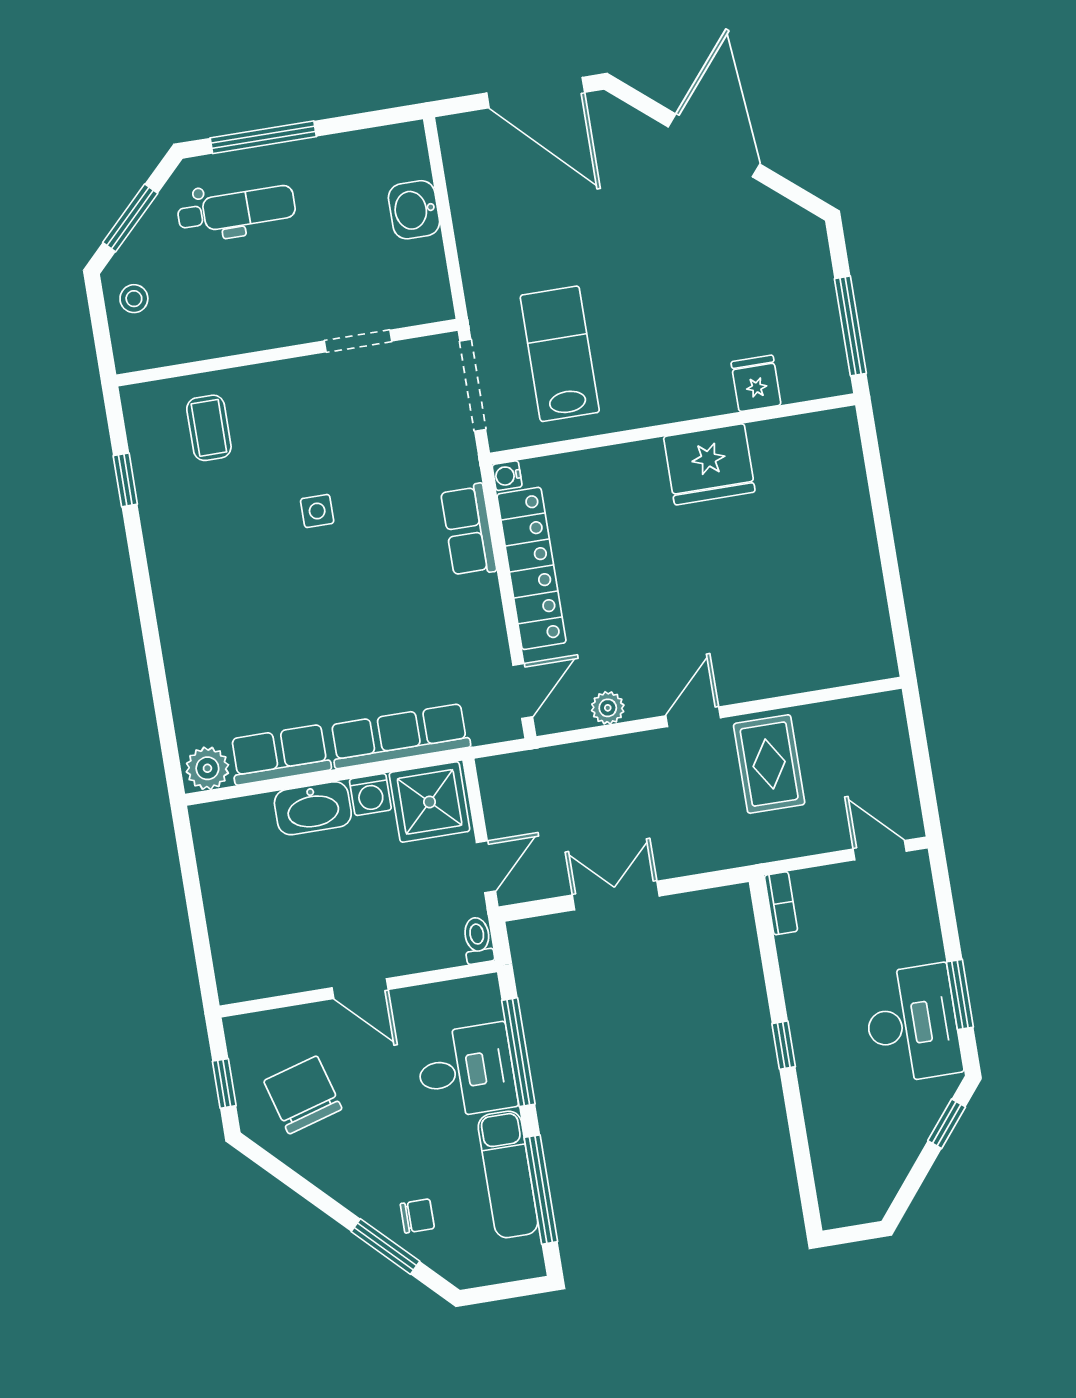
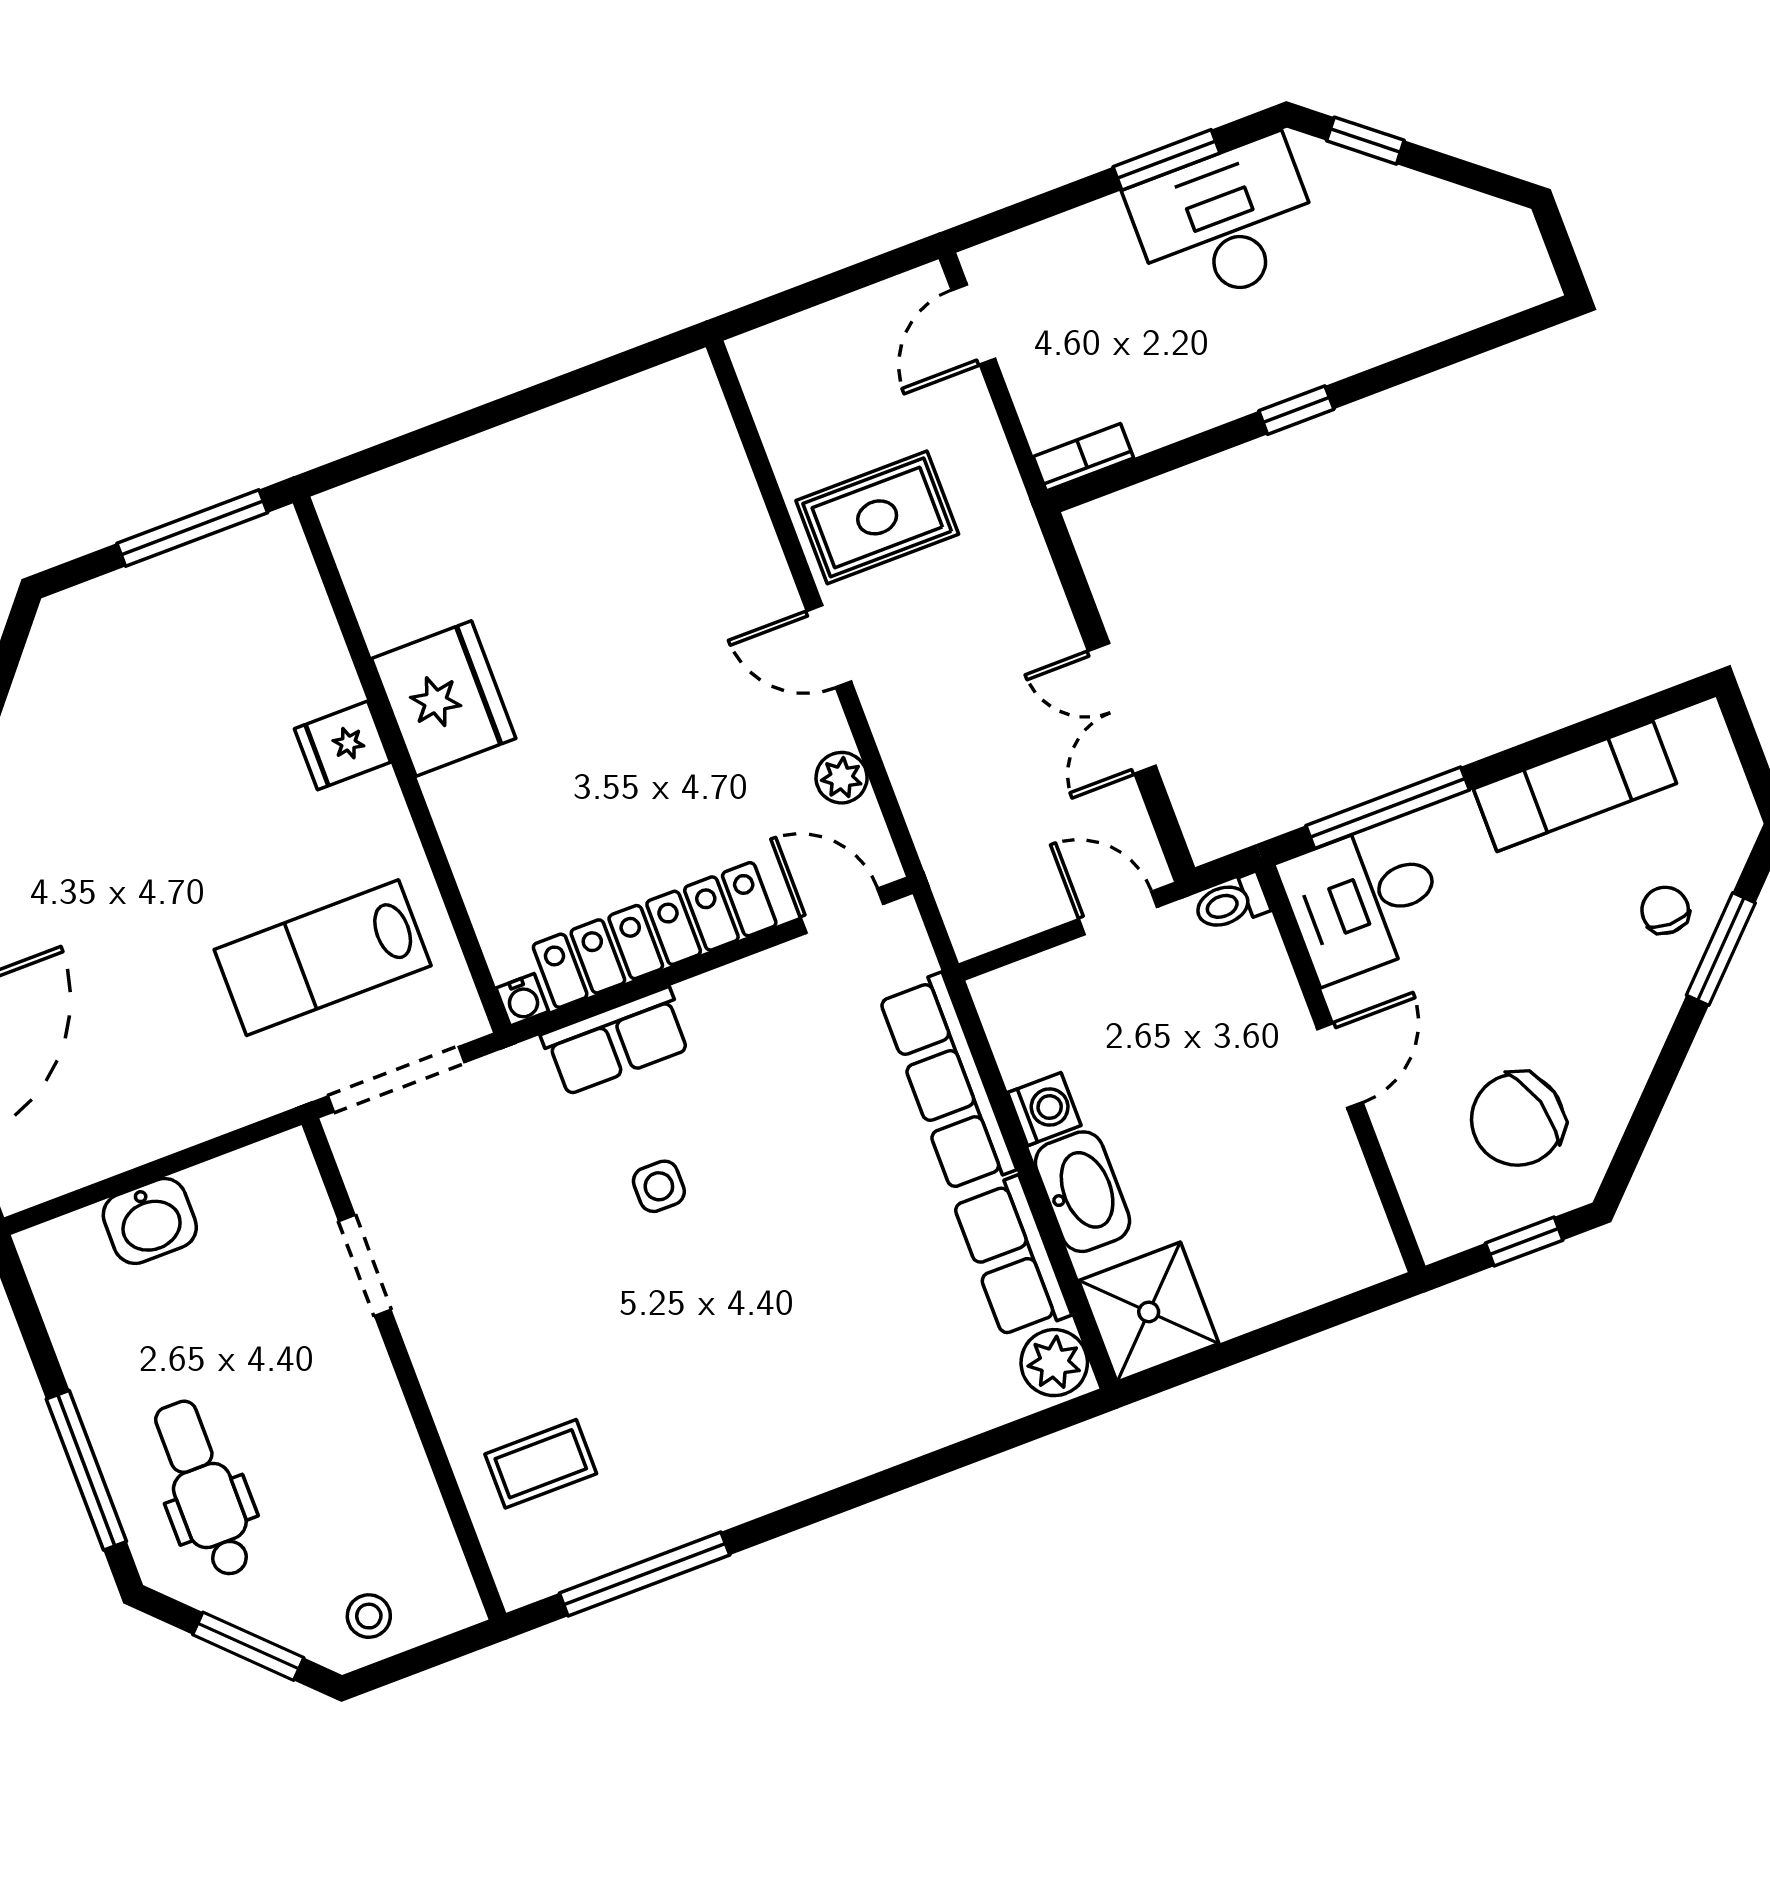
fridge: (756, 383) -> (343, 745), moved
window: (125, 480) -> (645, 1574), width x2.17
side table: (317, 511) -> (659, 1186), moved
shower: (430, 802) -> (1149, 1312), moved
desk: (466, 1071) -> (1364, 901), moved, turned -90
window: (541, 1190) -> (1588, 732), removed

